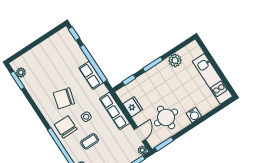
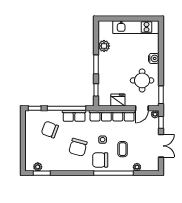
chair: (63, 61) -> (50, 130), added
row of seats: (115, 111) -> (112, 116), width x1.36
door: (140, 134) -> (142, 108), swing flipped

